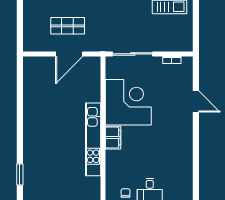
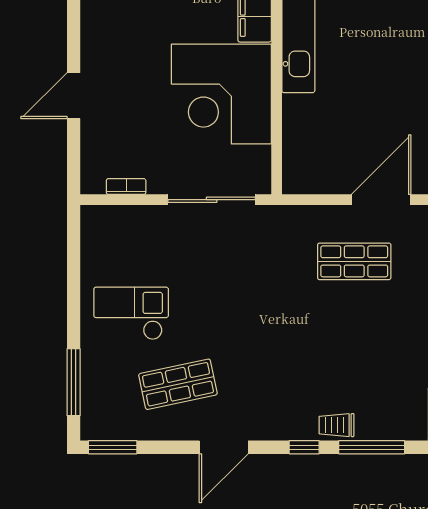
door: (69, 54) -> (381, 200), moved
door: (196, 101) -> (74, 96), hinge flipped

